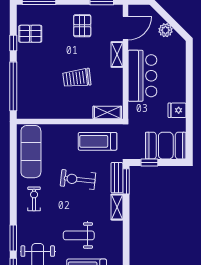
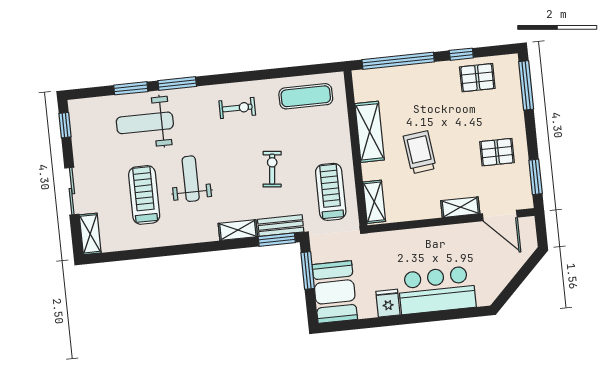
plant: (165, 30) -> (503, 274), removed
pallet: (30, 34) -> (477, 78), turned 90
bar counter: (142, 76) -> (437, 290), moved, turned 180
shelving: (59, 111) -> (370, 132), added
exercise mat: (31, 152) -> (306, 96), width x0.73, depth x0.69
window: (149, 162) -> (308, 271), width x1.50
exercise bike: (78, 179) -> (272, 169), width x0.73, depth x0.72

